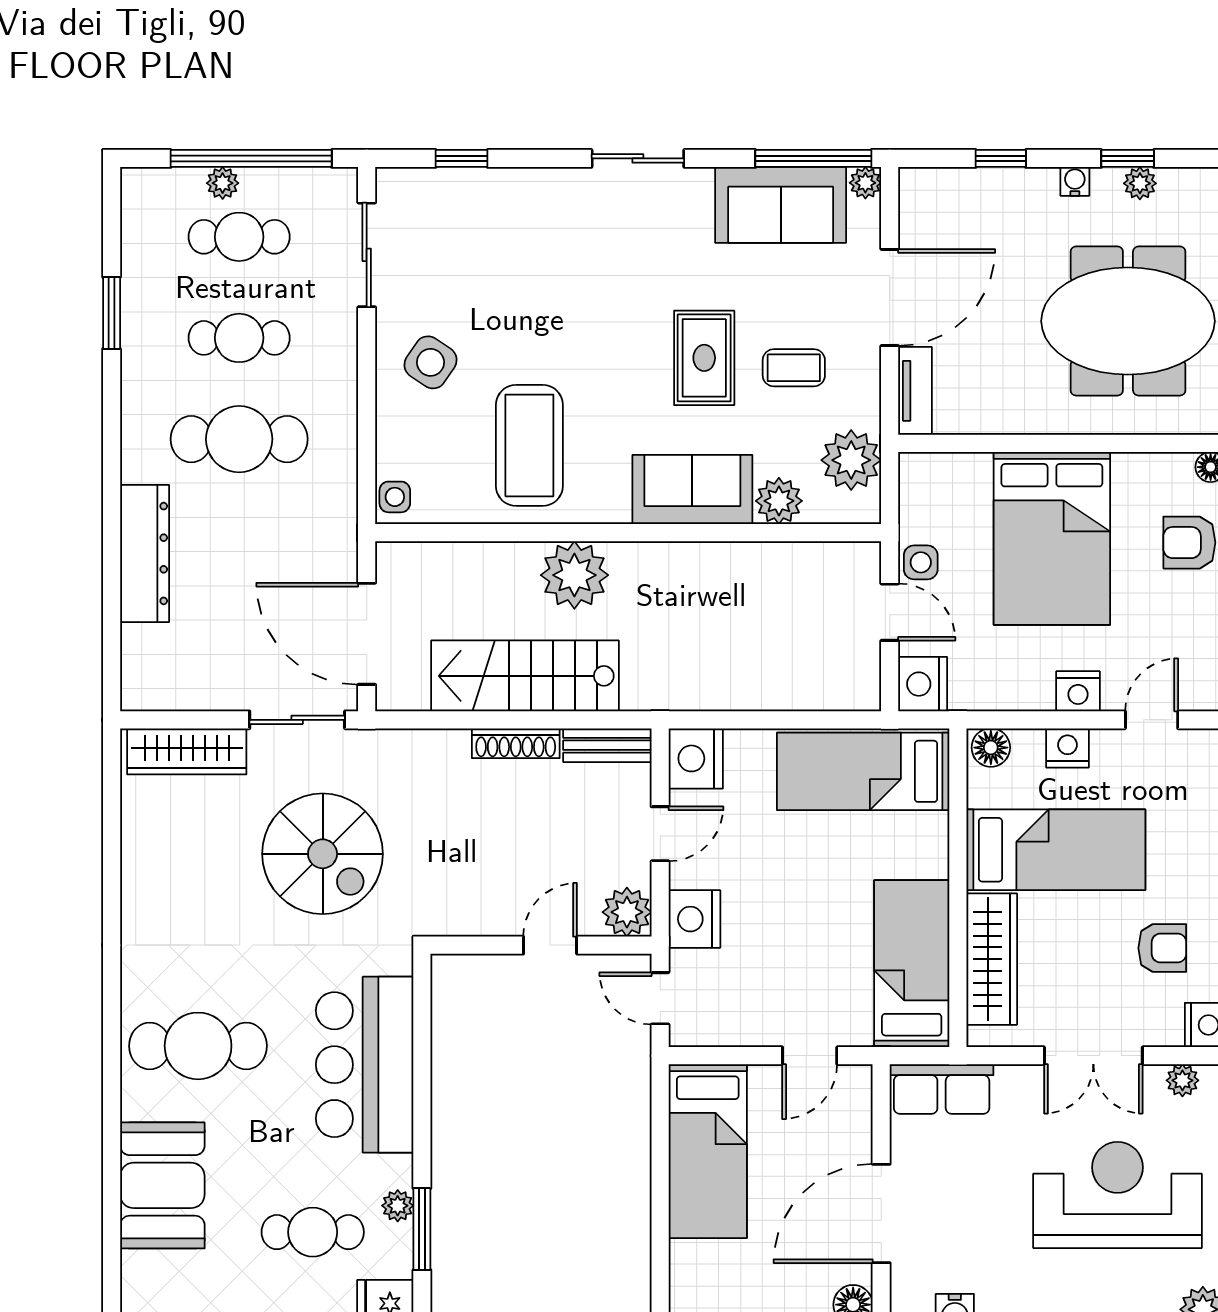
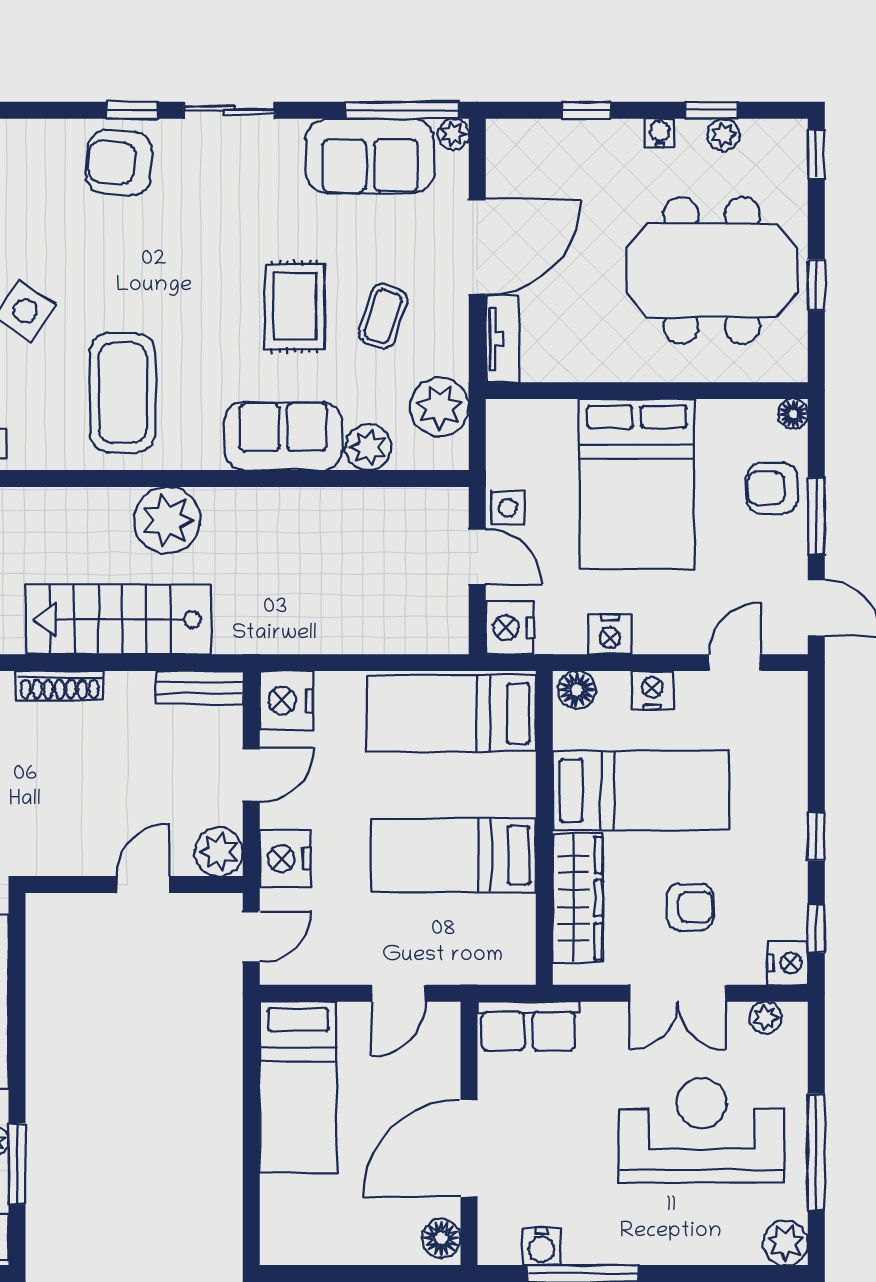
window: (462, 158) -> (132, 110), moved
armchair: (526, 212) -> (119, 163), added
coffee table: (794, 368) -> (383, 316), turned -72
nightstand: (1078, 691) -> (610, 634), moved
shoe rack: (516, 743) -> (60, 686), moved
armchair: (1162, 948) -> (690, 907), moved
bed: (912, 964) -> (454, 855), moved, turned -90
door: (660, 998) -> (251, 937), swing flipped

